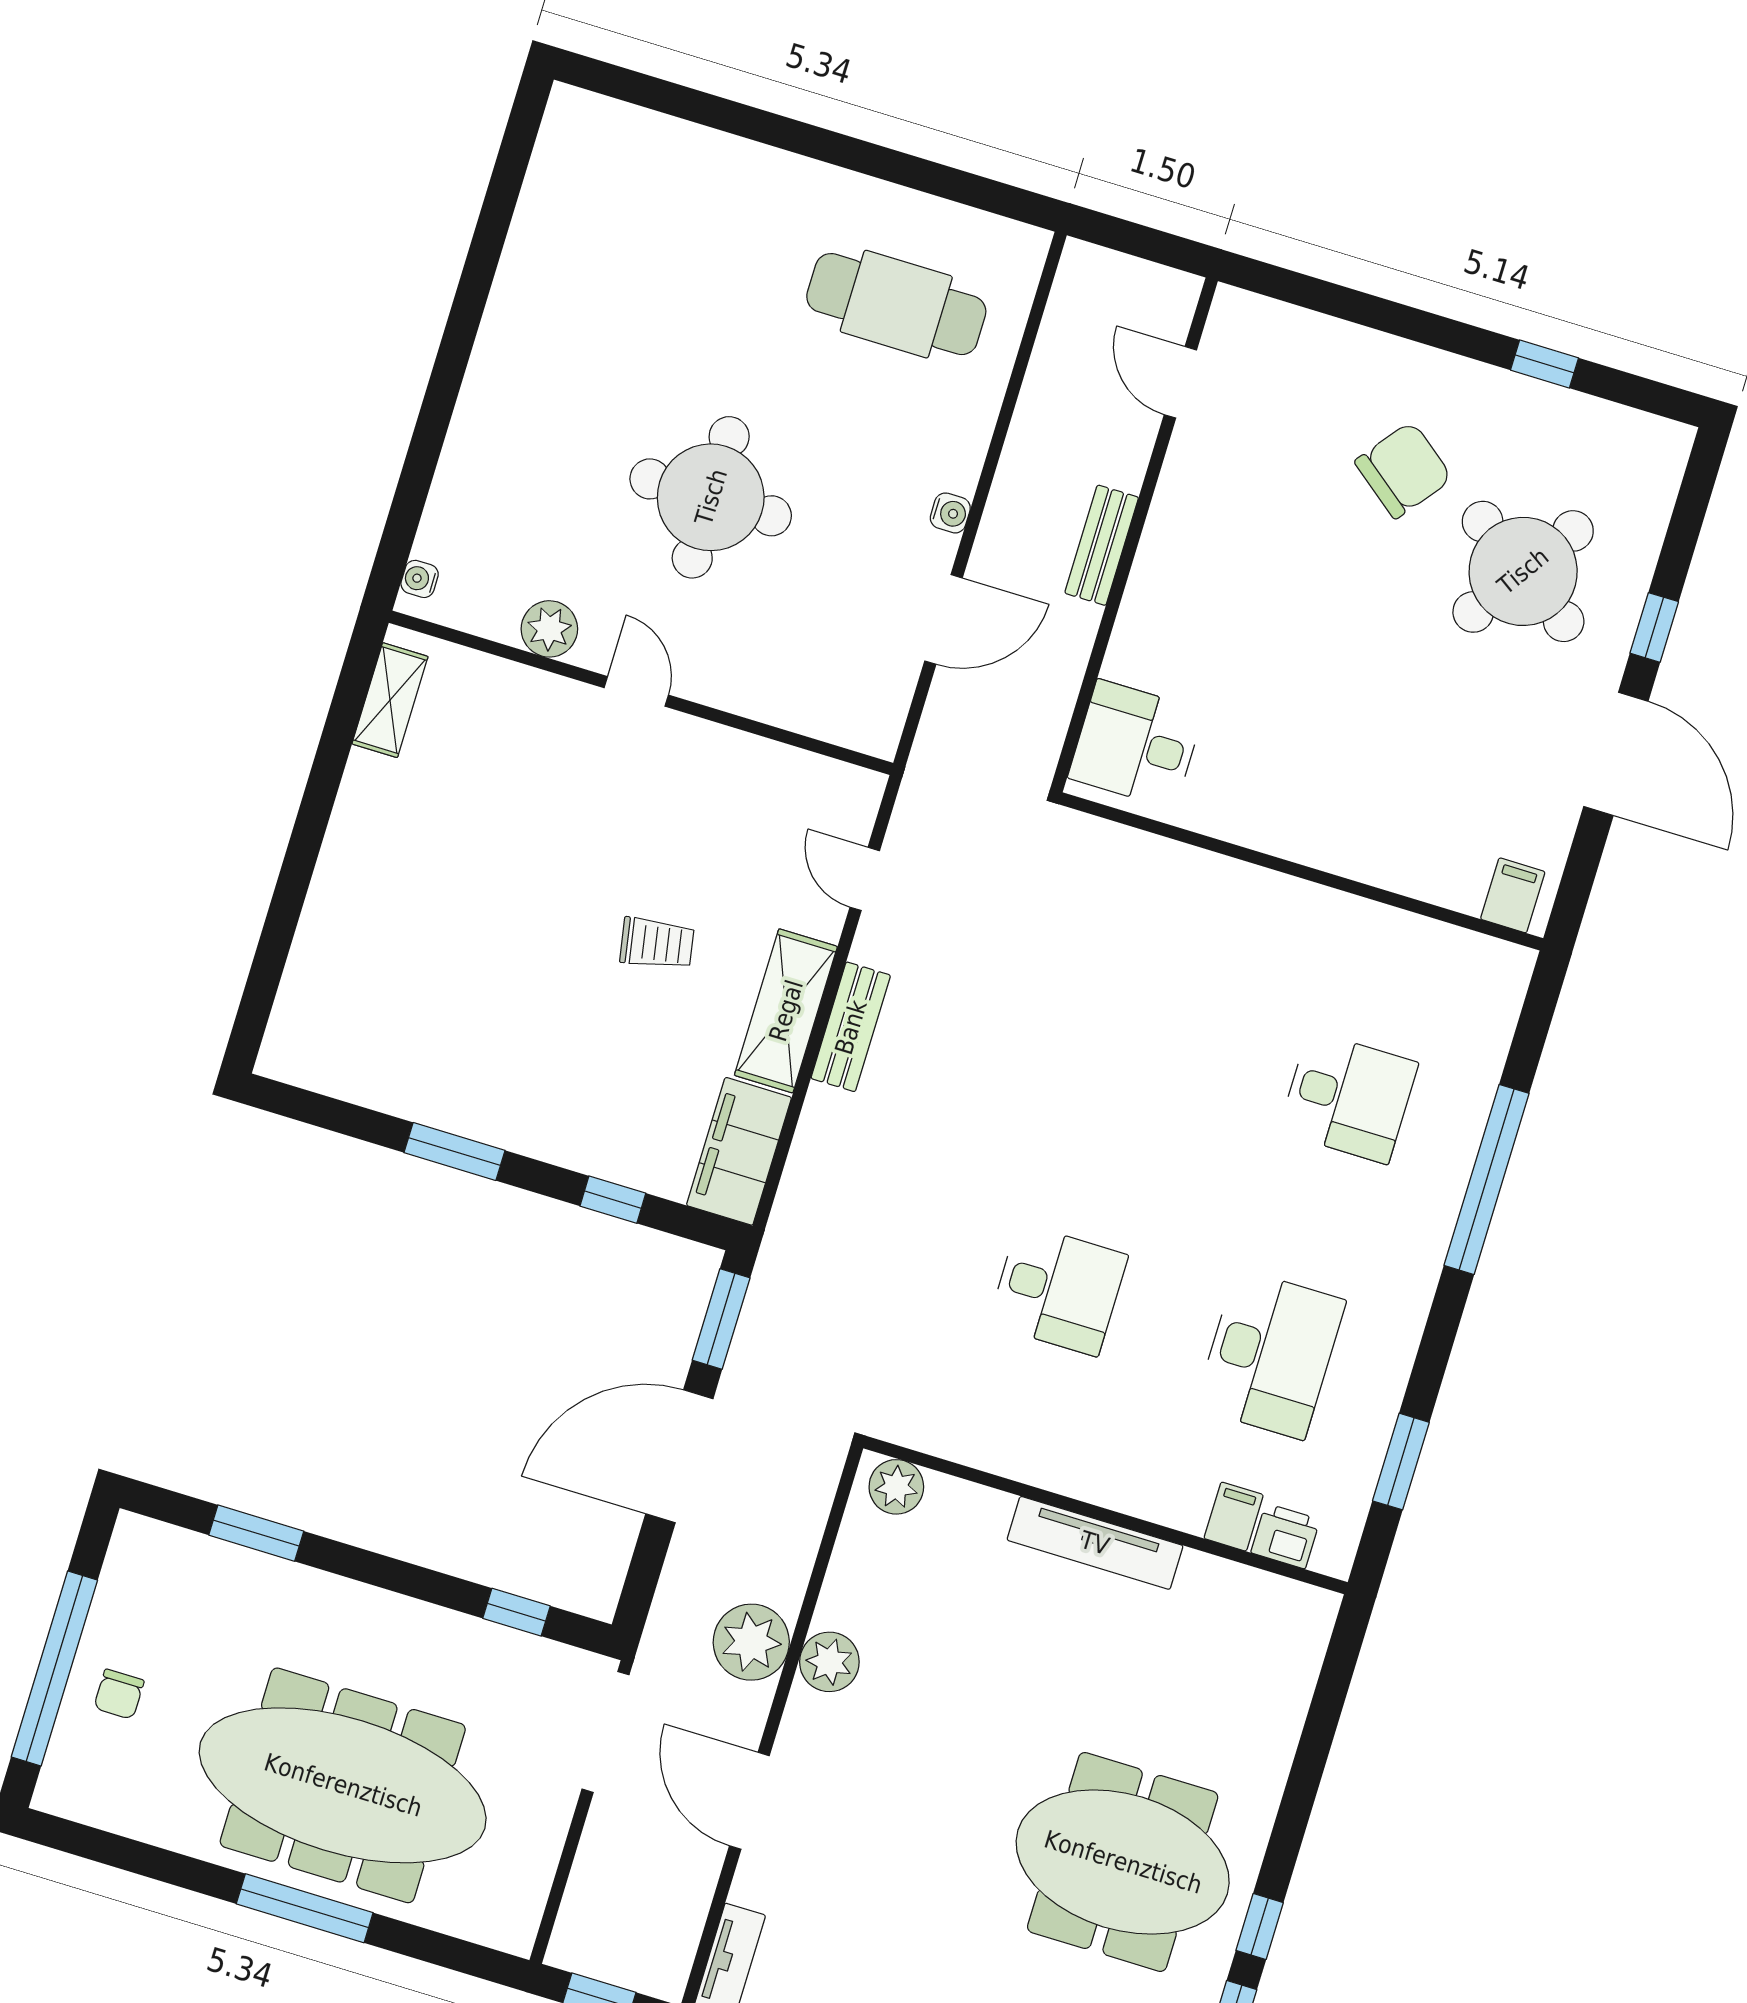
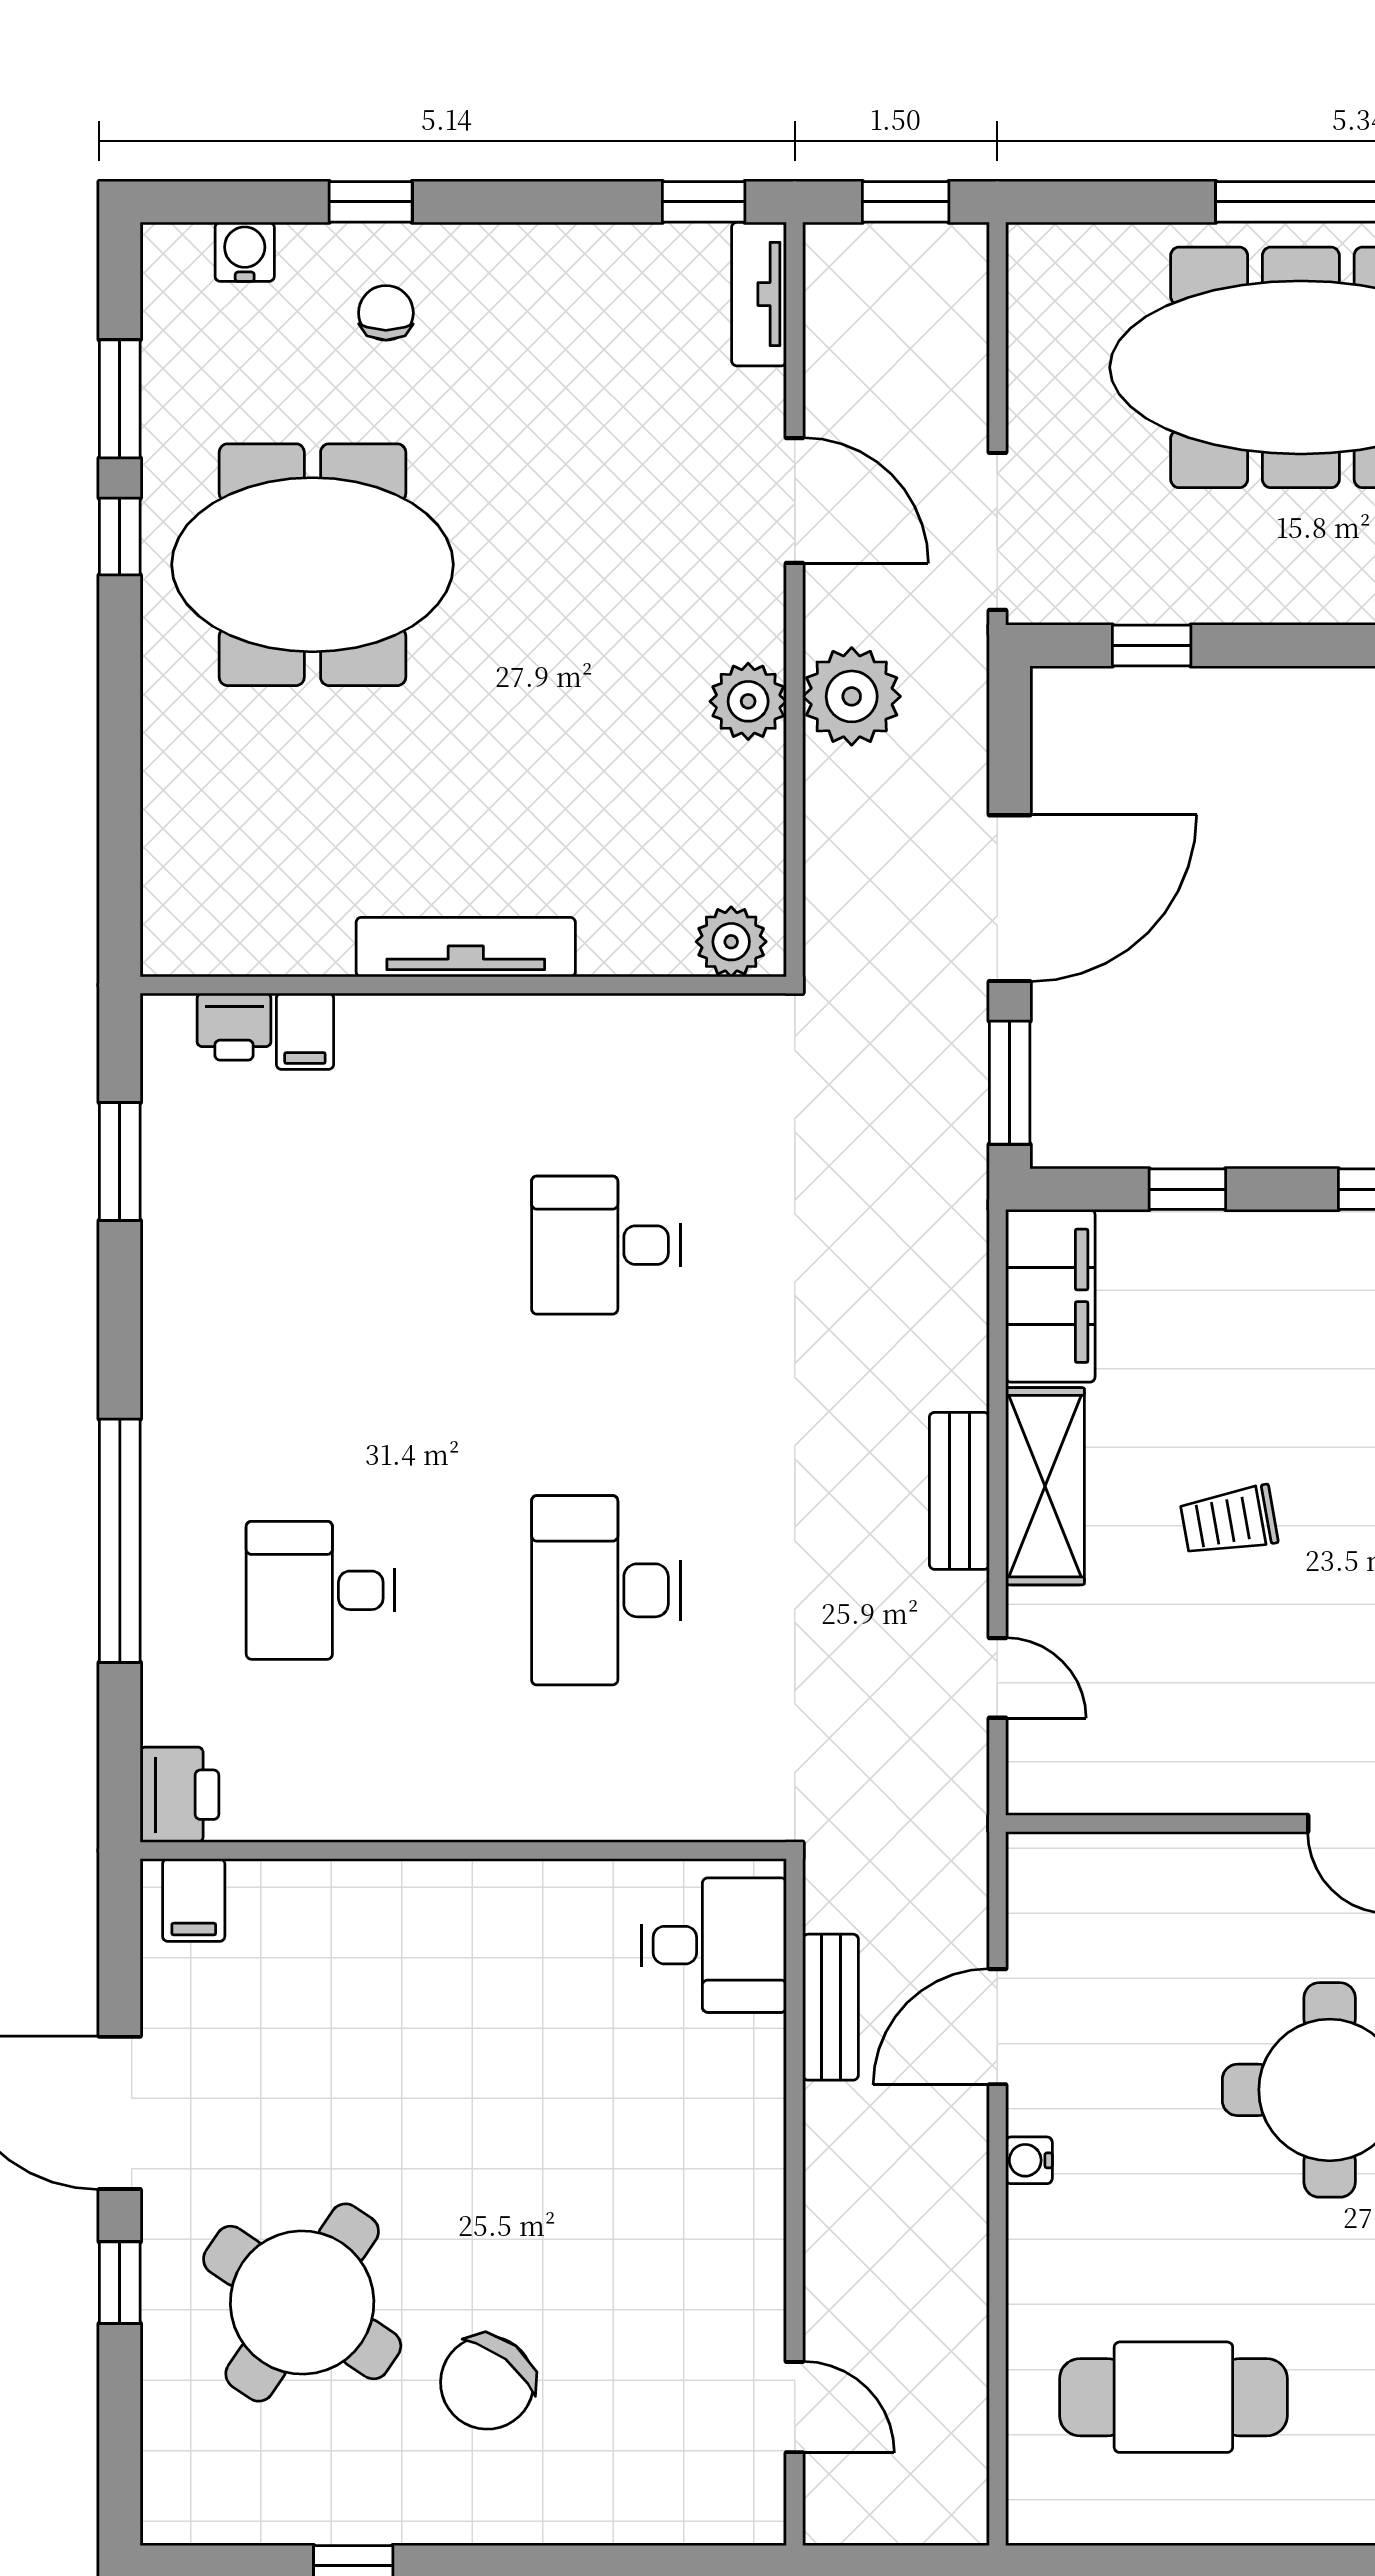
bench: (1102, 545) -> (831, 2007), moved
printer: (1500, 977) -> (179, 1795), added
desk: (1270, 1354) -> (606, 1590), moved

